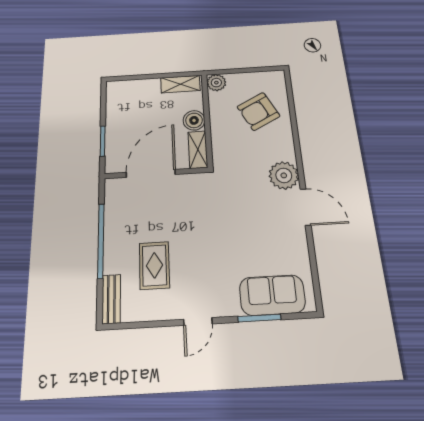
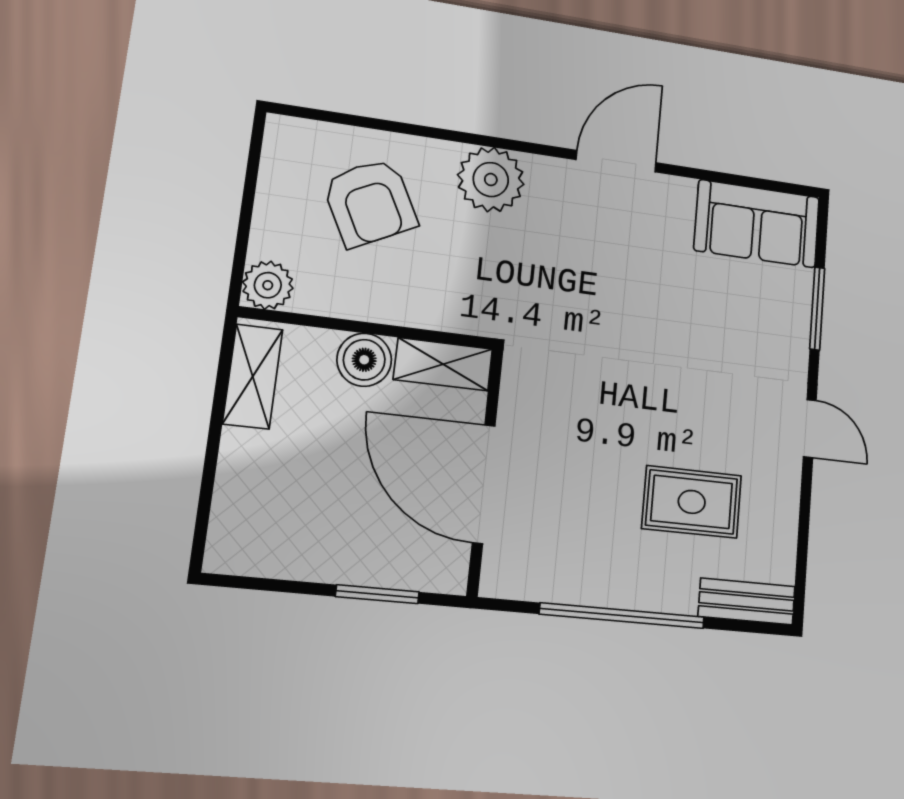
plant: (284, 175) -> (491, 180), moved
sofa: (272, 295) -> (757, 224), moved, turned -90

